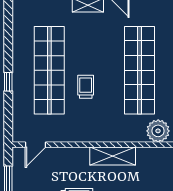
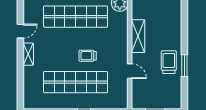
door: (36, 145) -> (130, 71), moved

